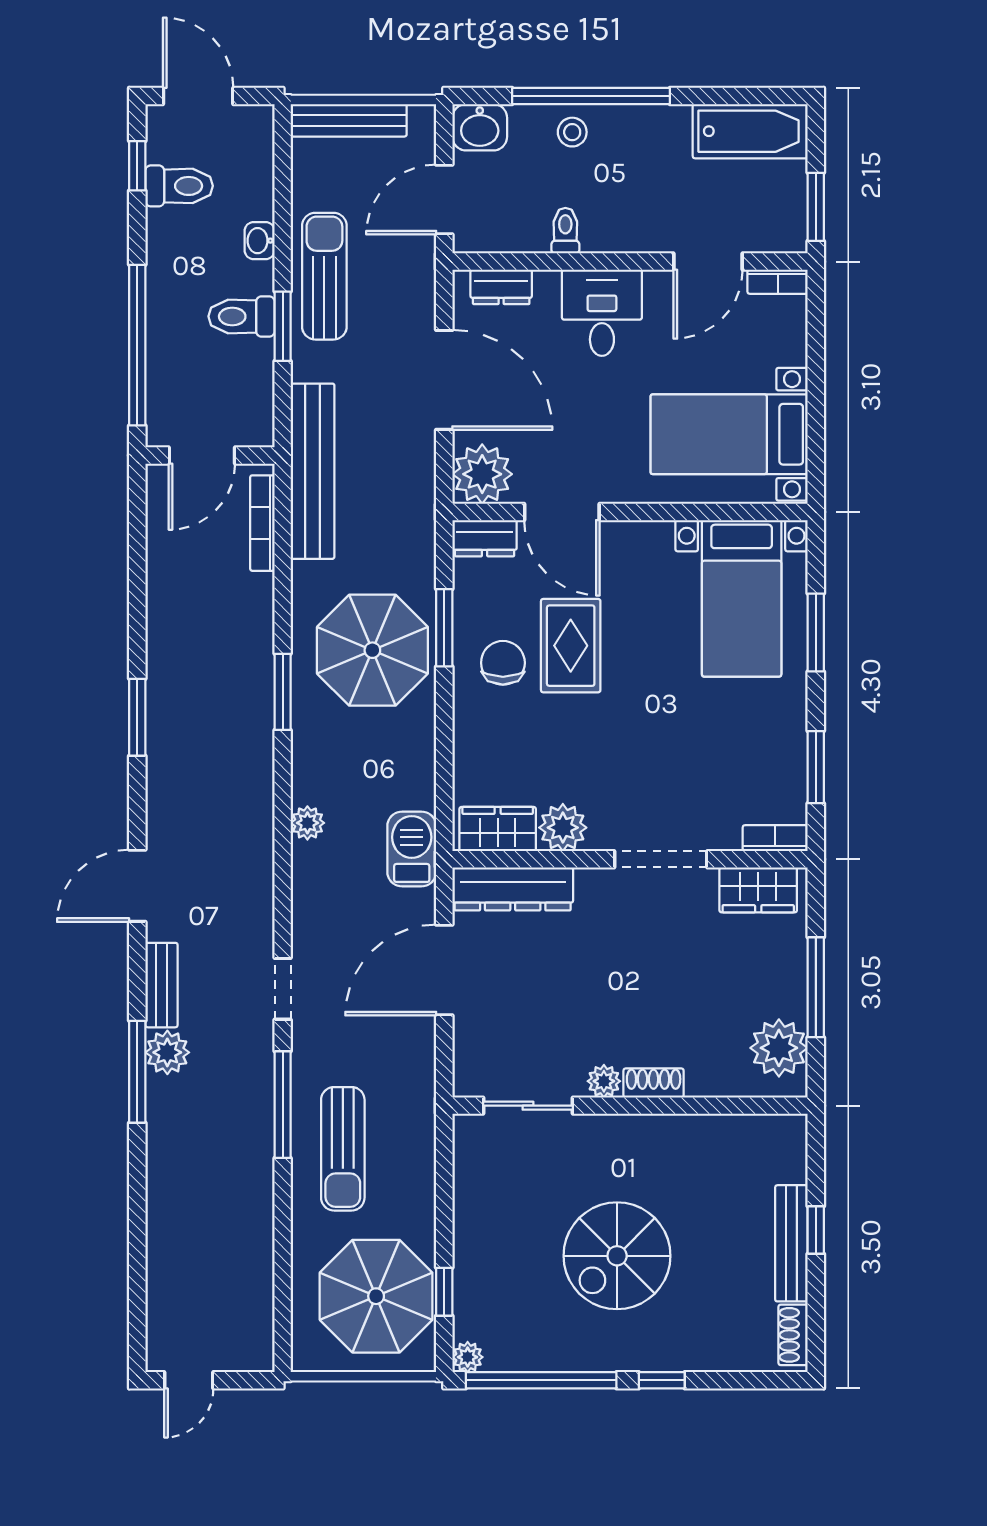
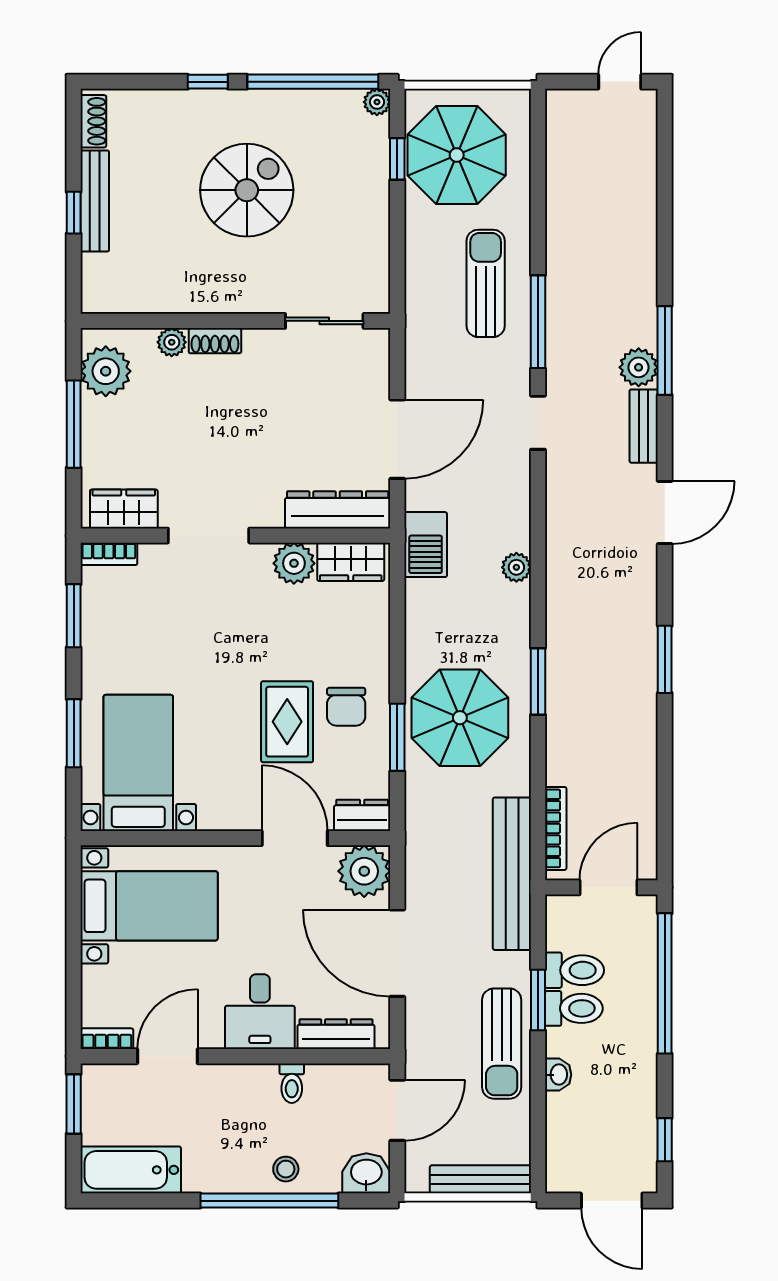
toilet: (179, 186) -> (574, 970), moved, turned 180
dresser: (501, 287) -> (336, 1034), width x1.44
plant: (604, 1081) -> (172, 342), moved

